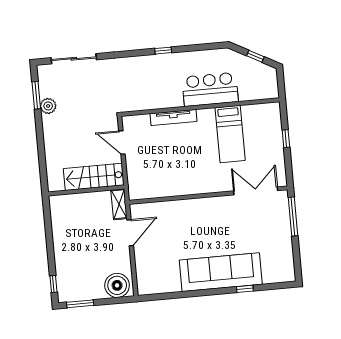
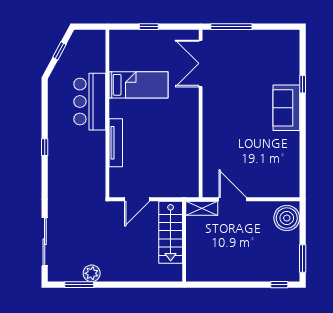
sofa: (221, 272) -> (286, 108), width x0.54, depth x0.79

